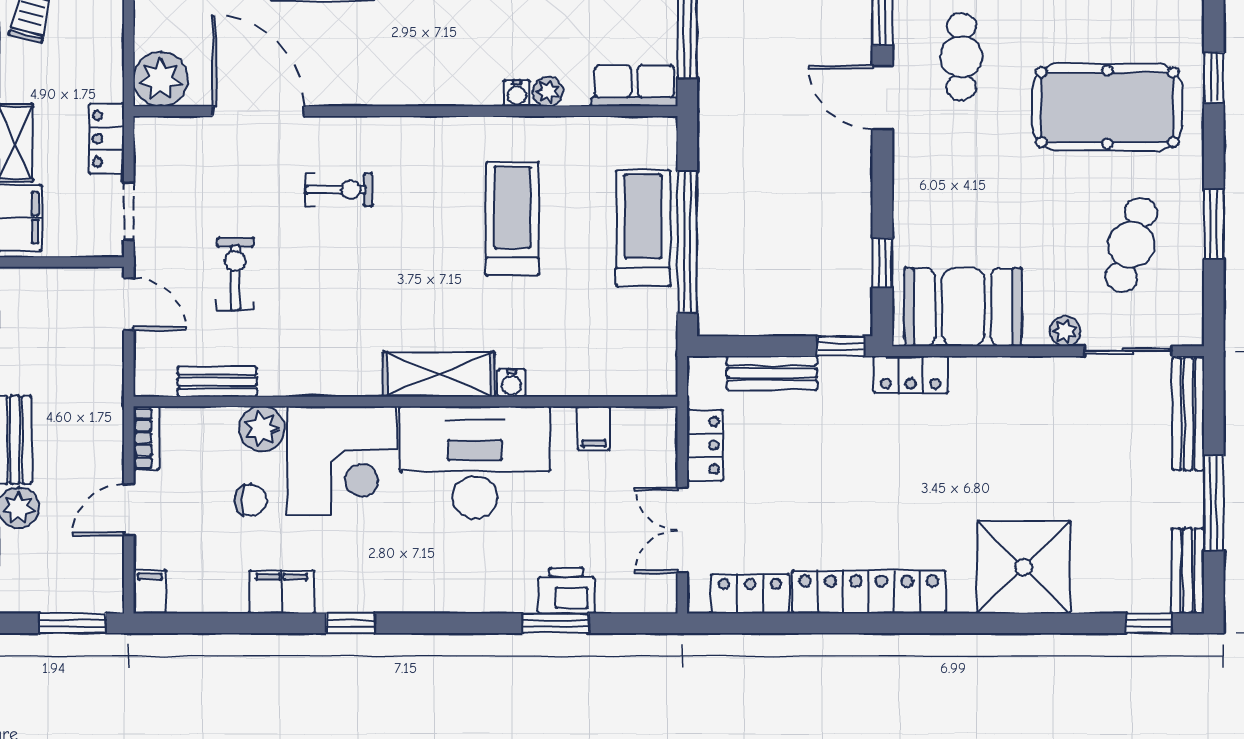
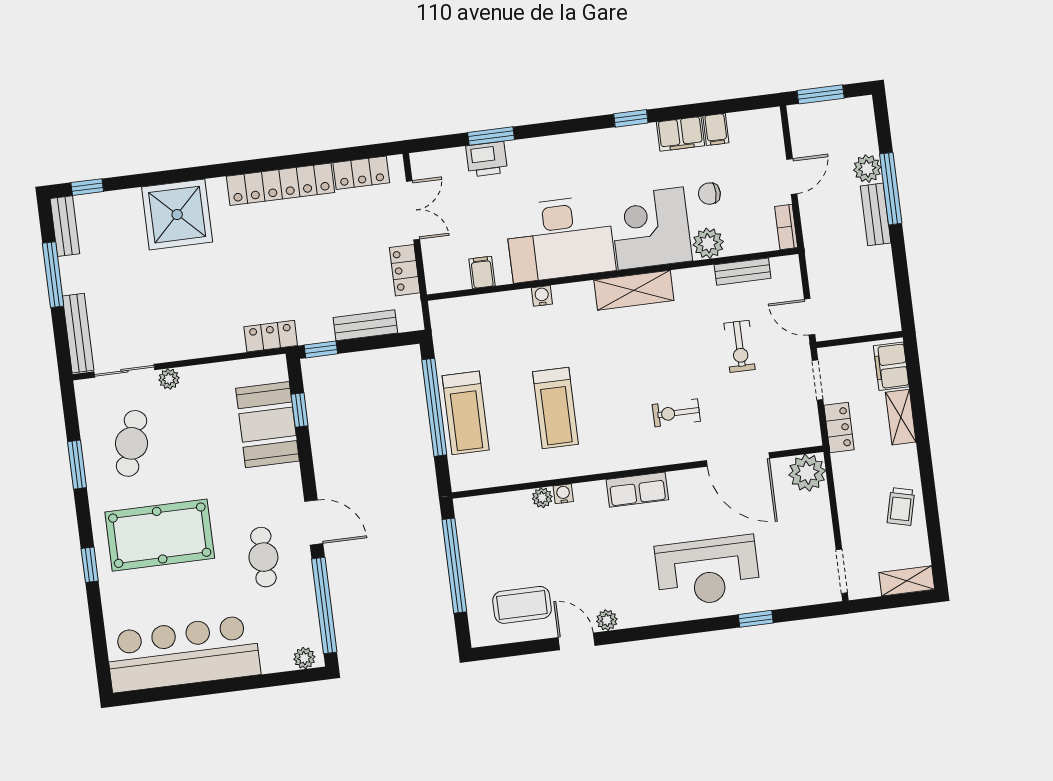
row of seats: (634, 86) -> (637, 490), moved
booth: (963, 307) -> (267, 425), moved, turned 90
shelving: (439, 374) -> (634, 290), moved
filing cabinet: (150, 592) -> (716, 129), moved

